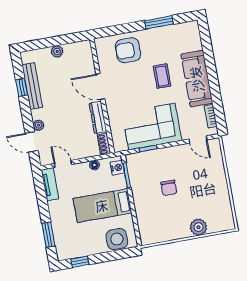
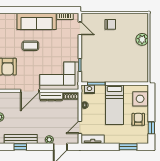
corner sofa: (152, 127) -> (59, 76), moved, turned 90
door: (198, 139) -> (80, 28), hinge flipped
chair: (169, 188) -> (110, 24), moved
armchair: (88, 242) -> (138, 119), added

